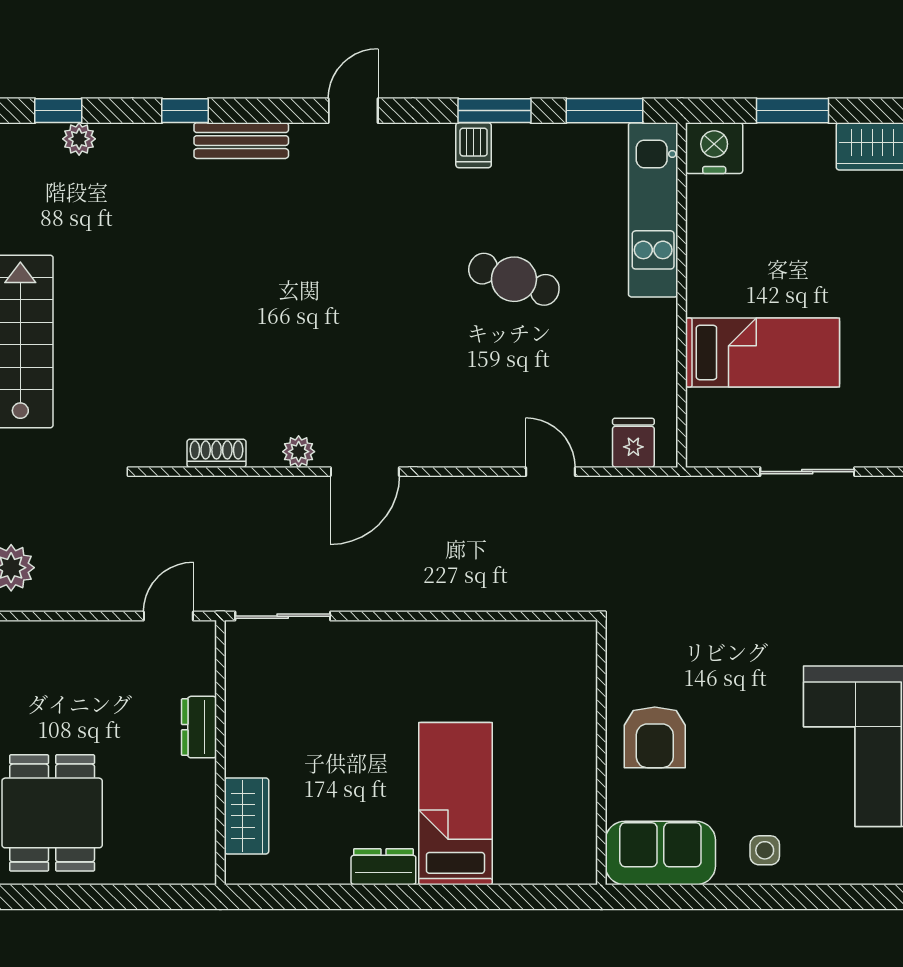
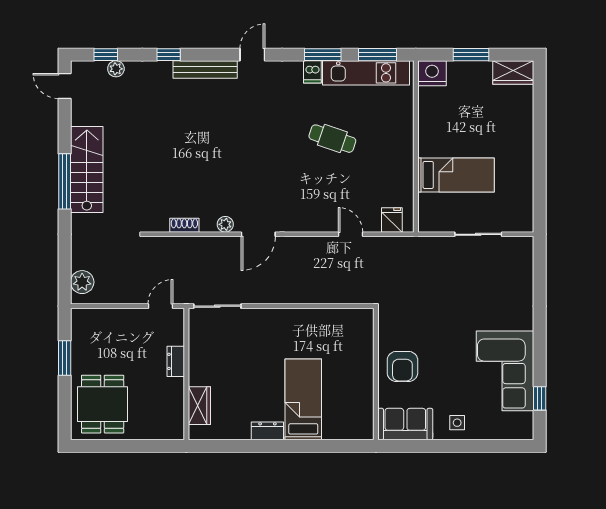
bench: (241, 141) -> (205, 70), width x1.36
kitchen unit: (653, 210) -> (366, 73), moved, turned -90

